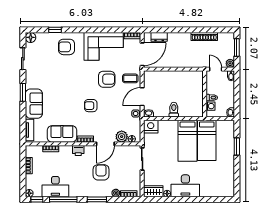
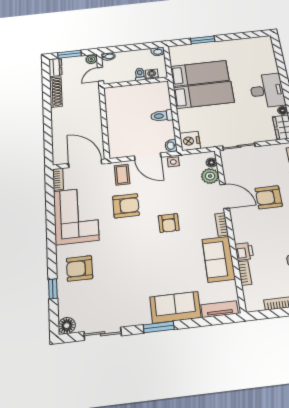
dresser: (159, 37) -> (55, 67), moved
armchair: (67, 47) -> (80, 268), turned 90
armchair: (107, 79) -> (126, 206), turned 90
printer: (78, 151) -> (244, 251), moved

